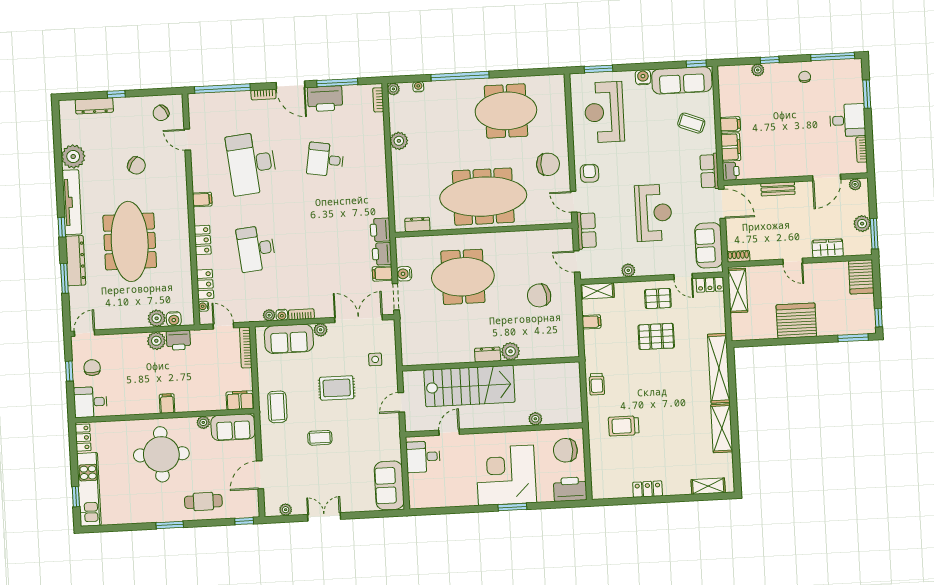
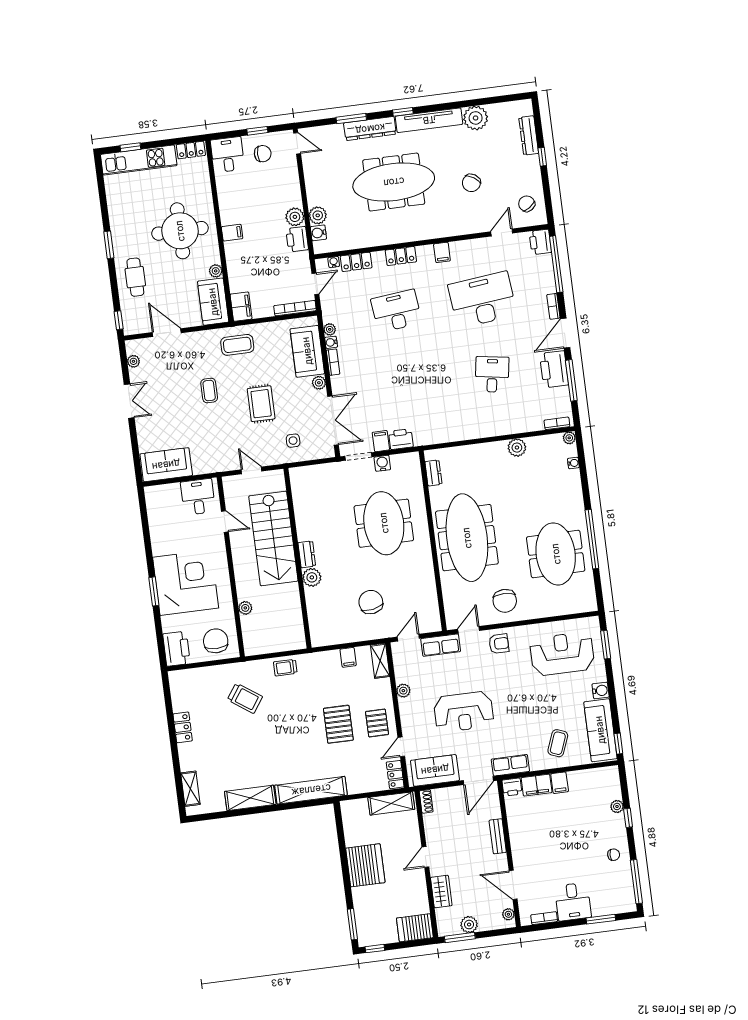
window: (460, 76) -> (592, 539), moved
printer: (380, 230) -> (540, 242), moved, turned -90
trolley: (624, 426) -> (245, 698), turned 125

